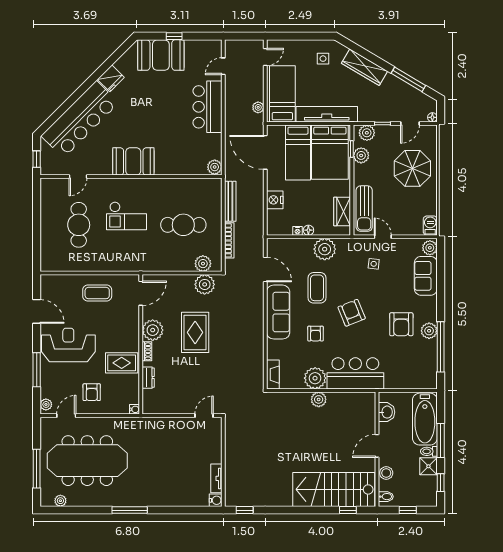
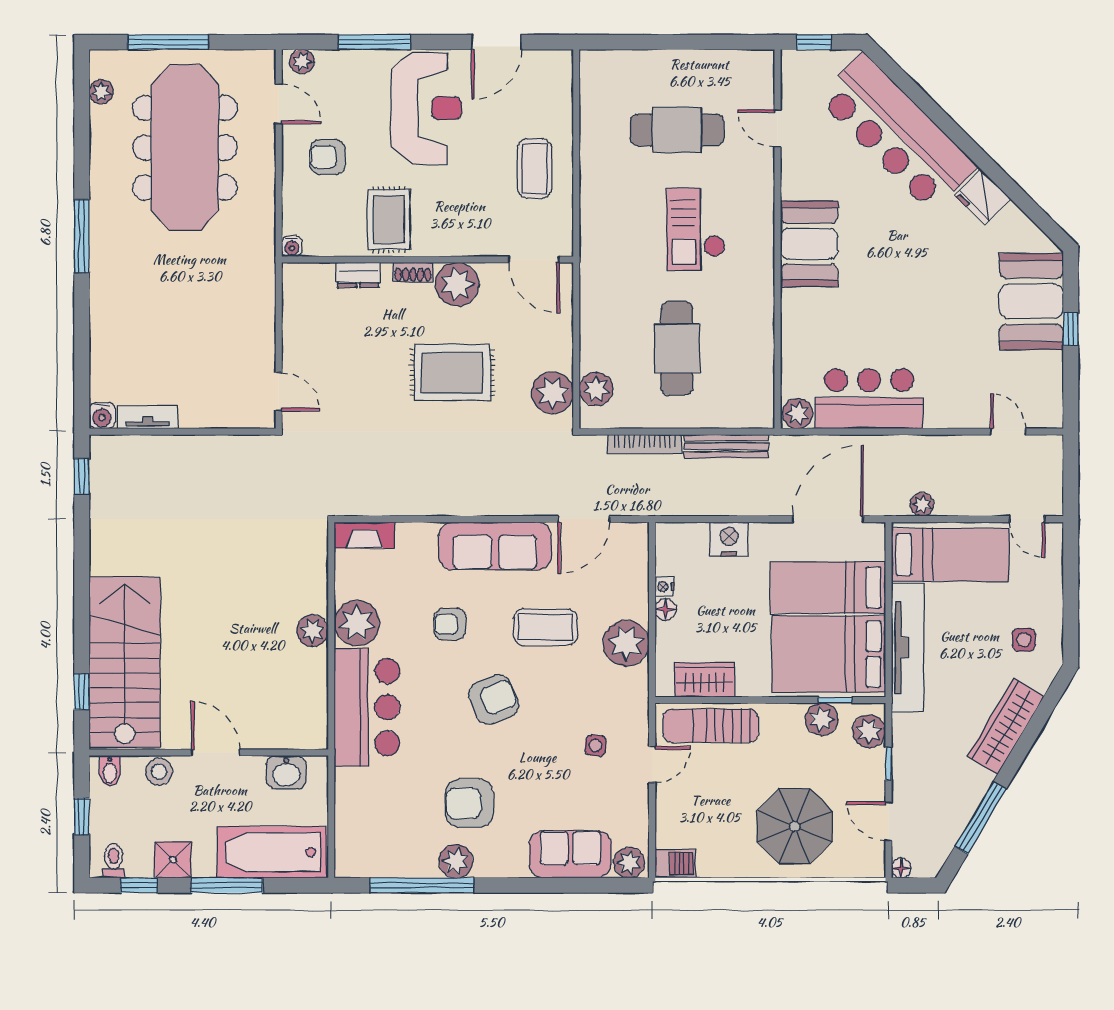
bar counter: (208, 107) -> (869, 399), moved
toilet: (429, 451) -> (114, 861), moved

